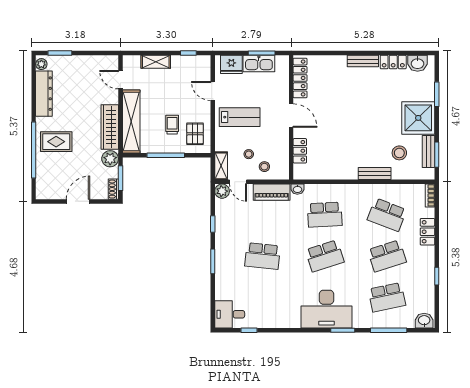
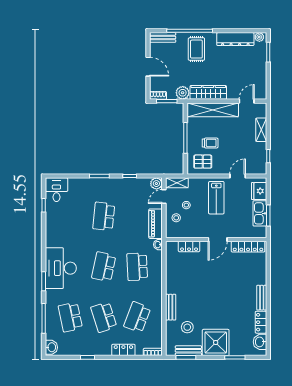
bench: (42, 183) -> (163, 37), added
school desk: (325, 256) -> (104, 267), turned 30

